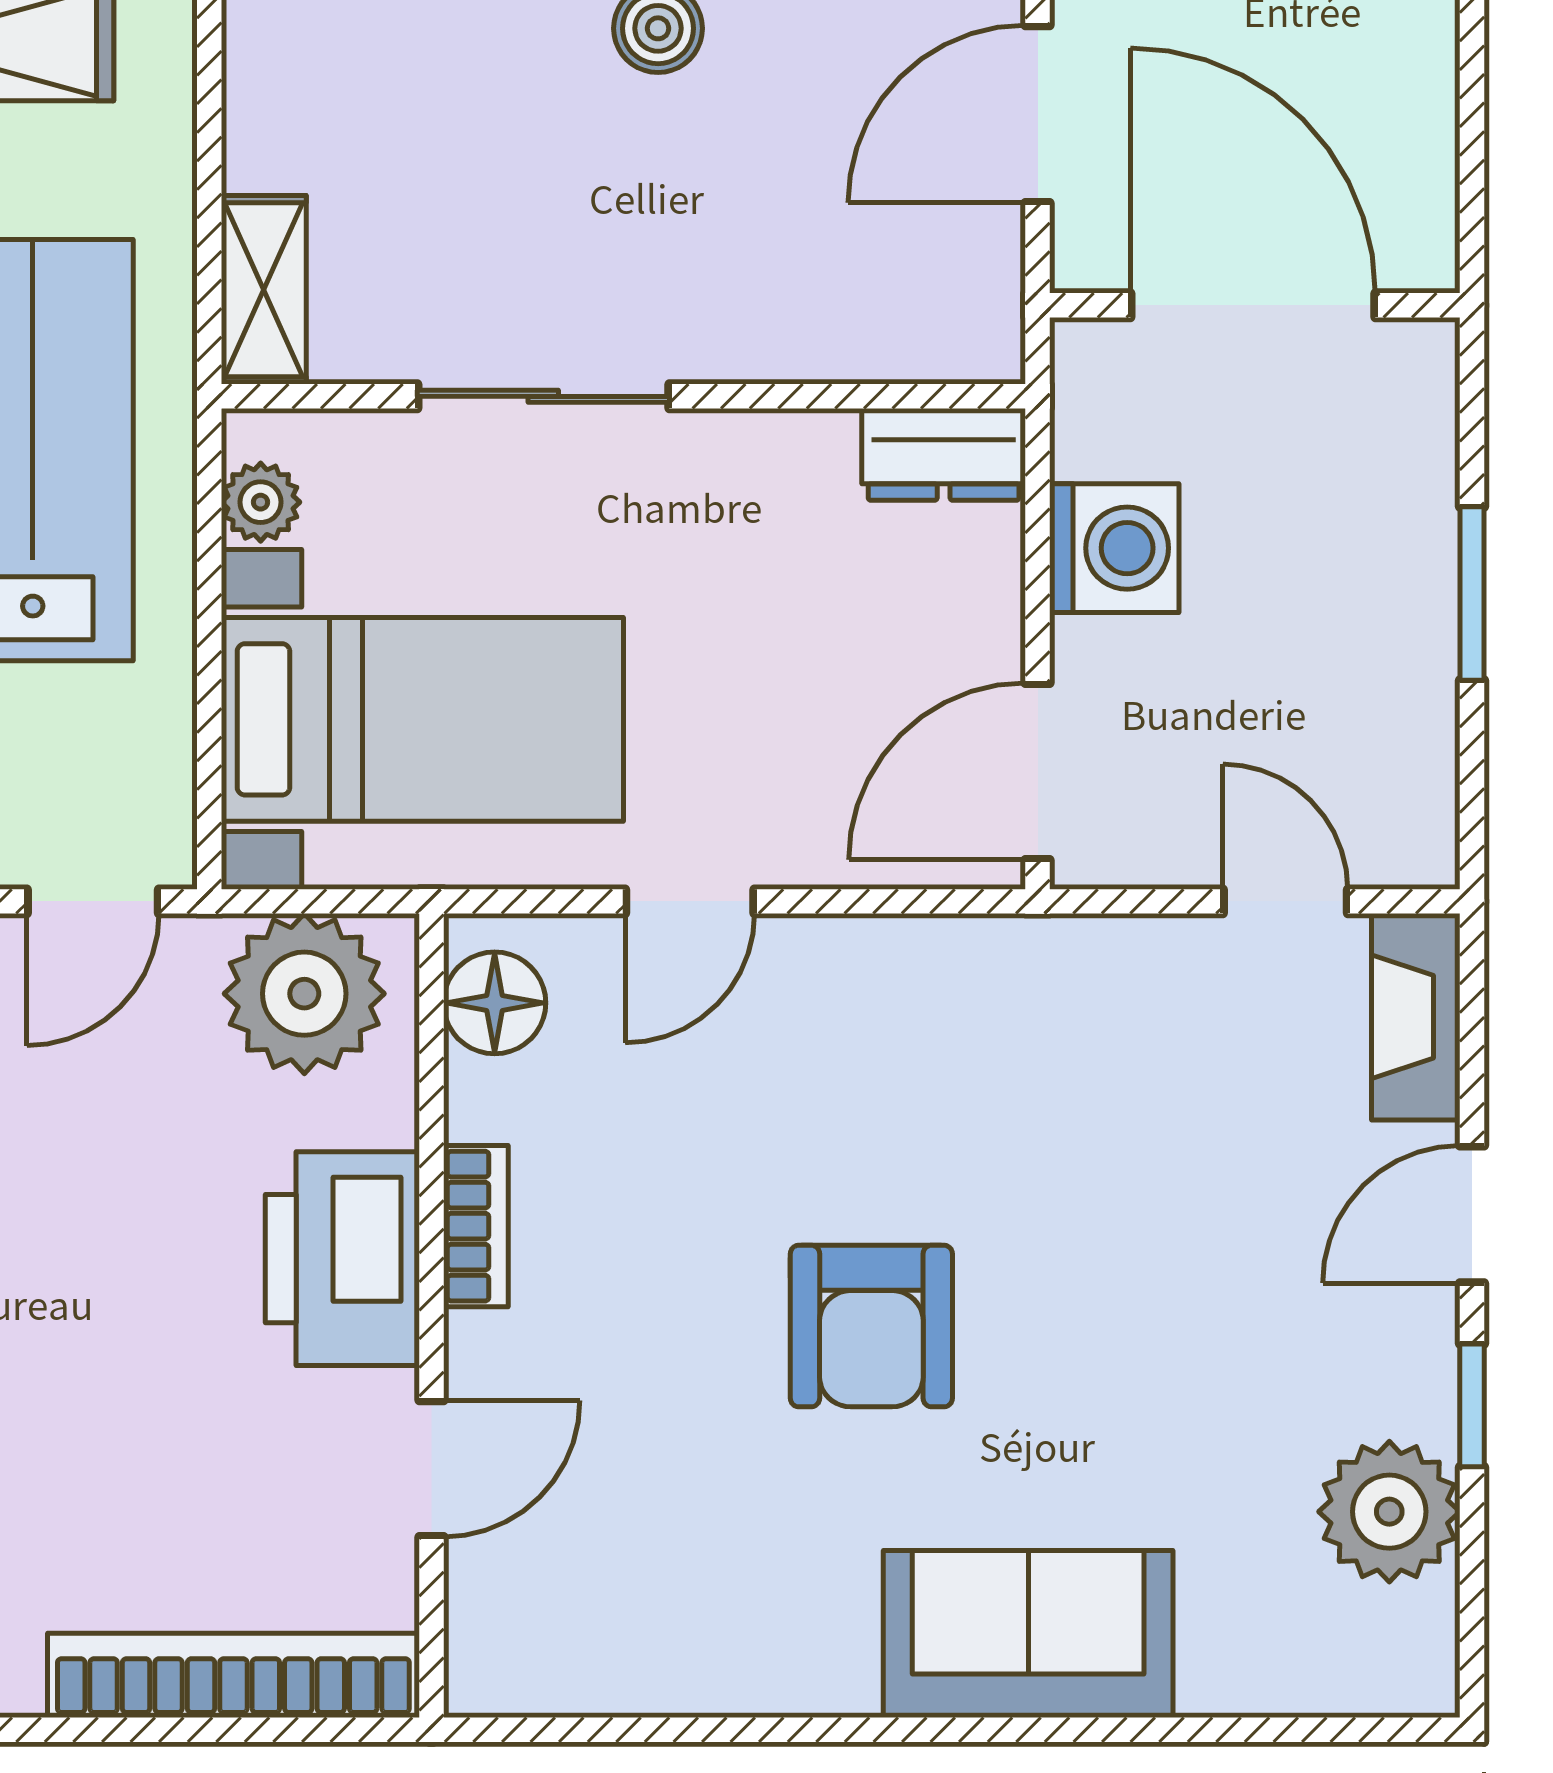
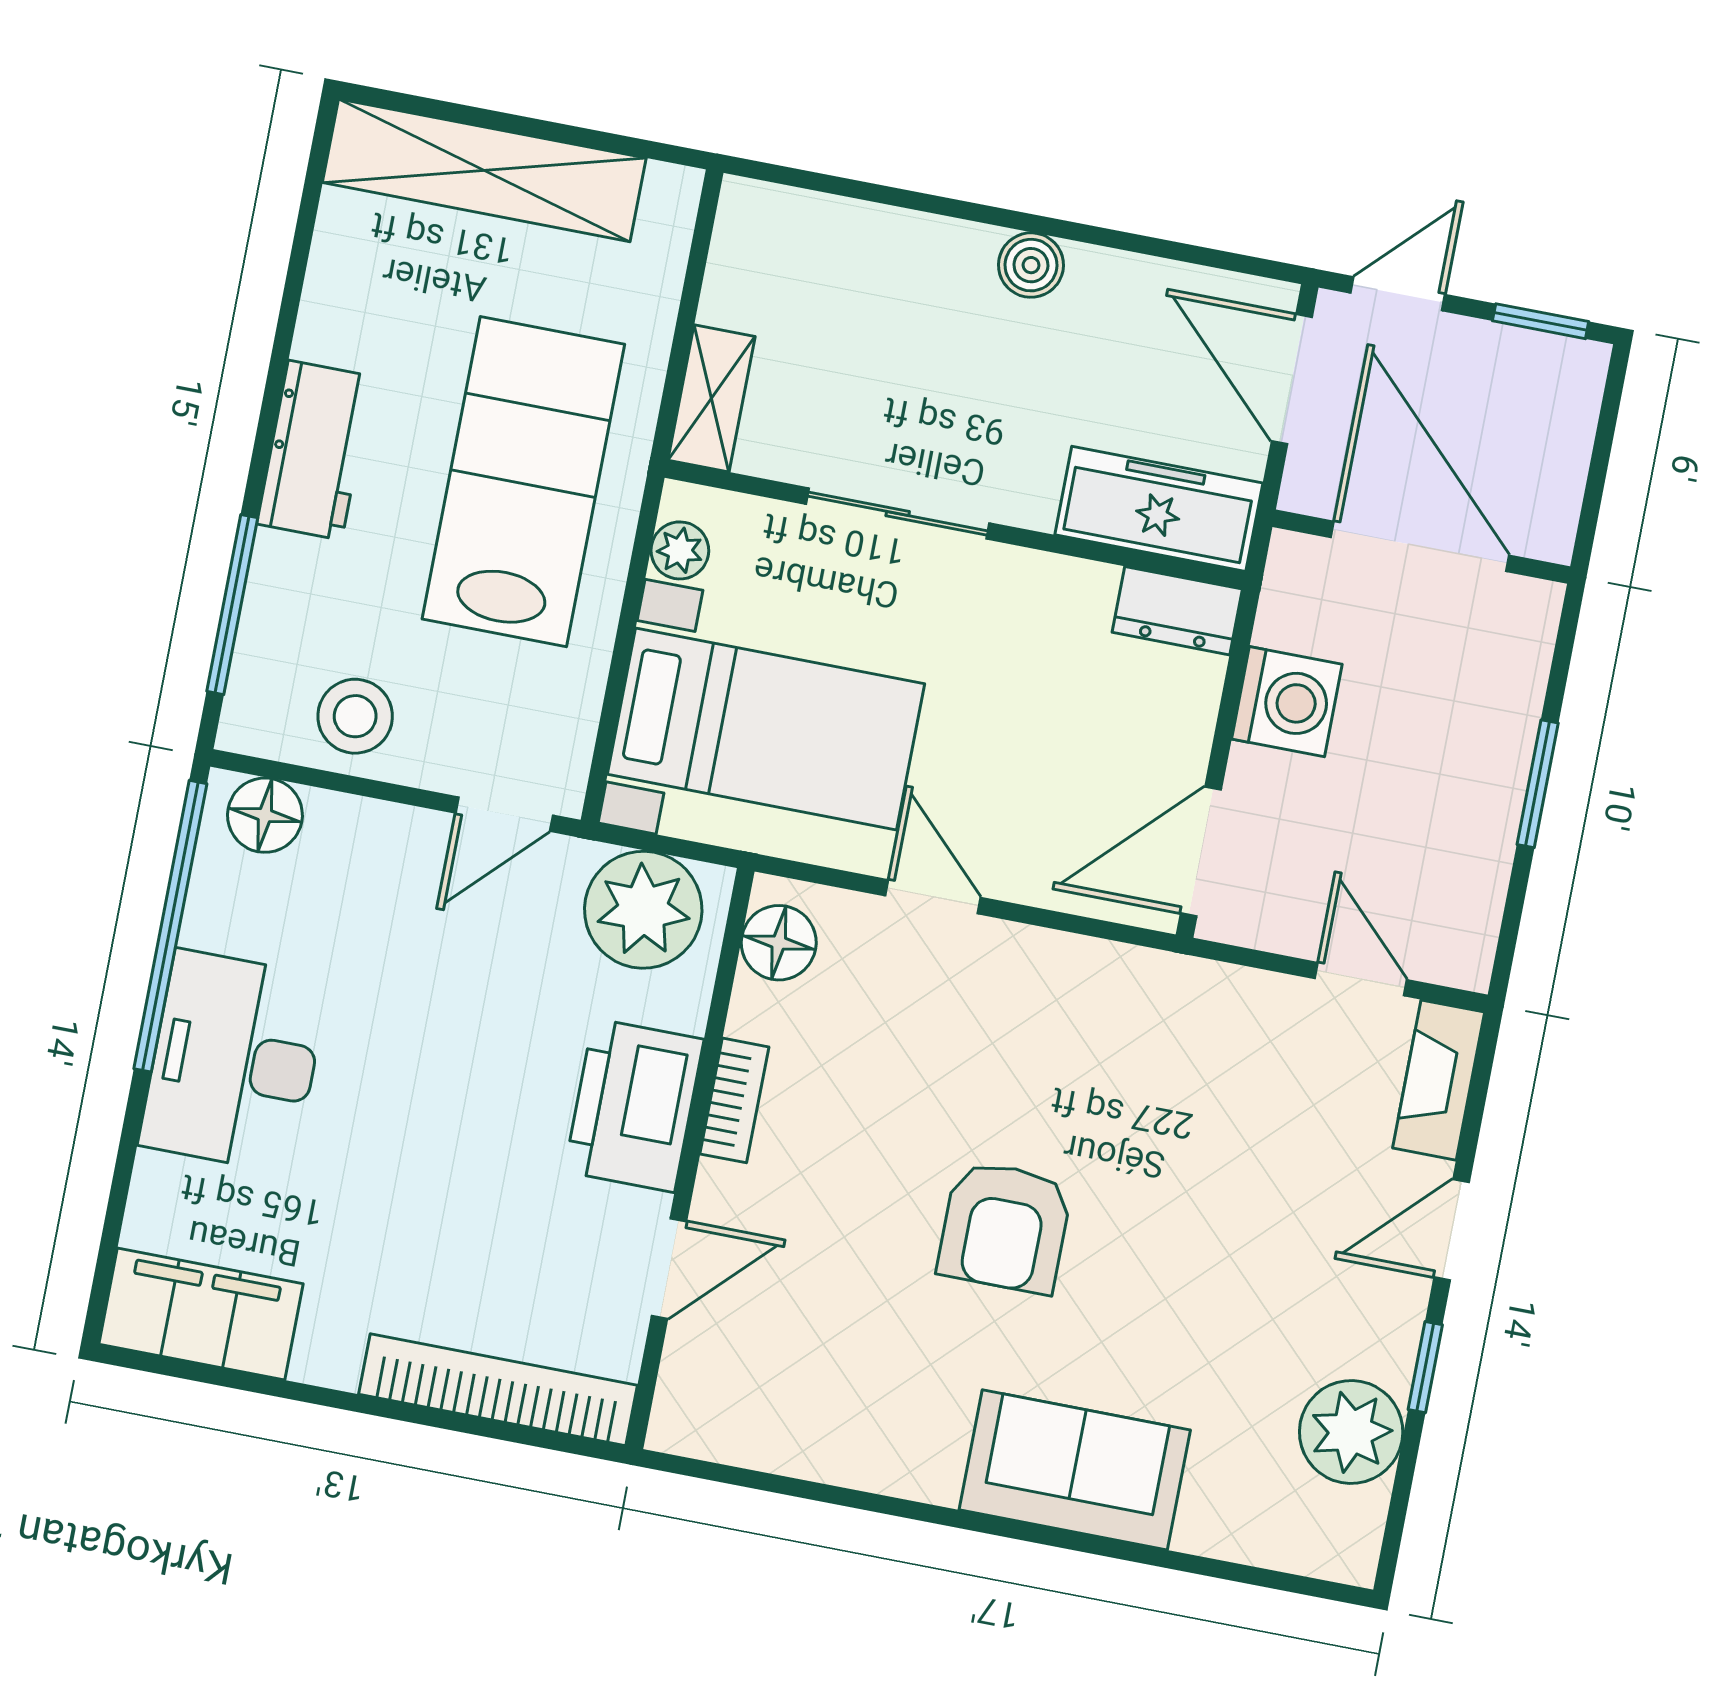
door: (1038, 114) -> (1292, 379), hinge flipped
freezer: (893, 322) -> (1159, 509), added
door: (690, 901) -> (933, 897), swing flipped

